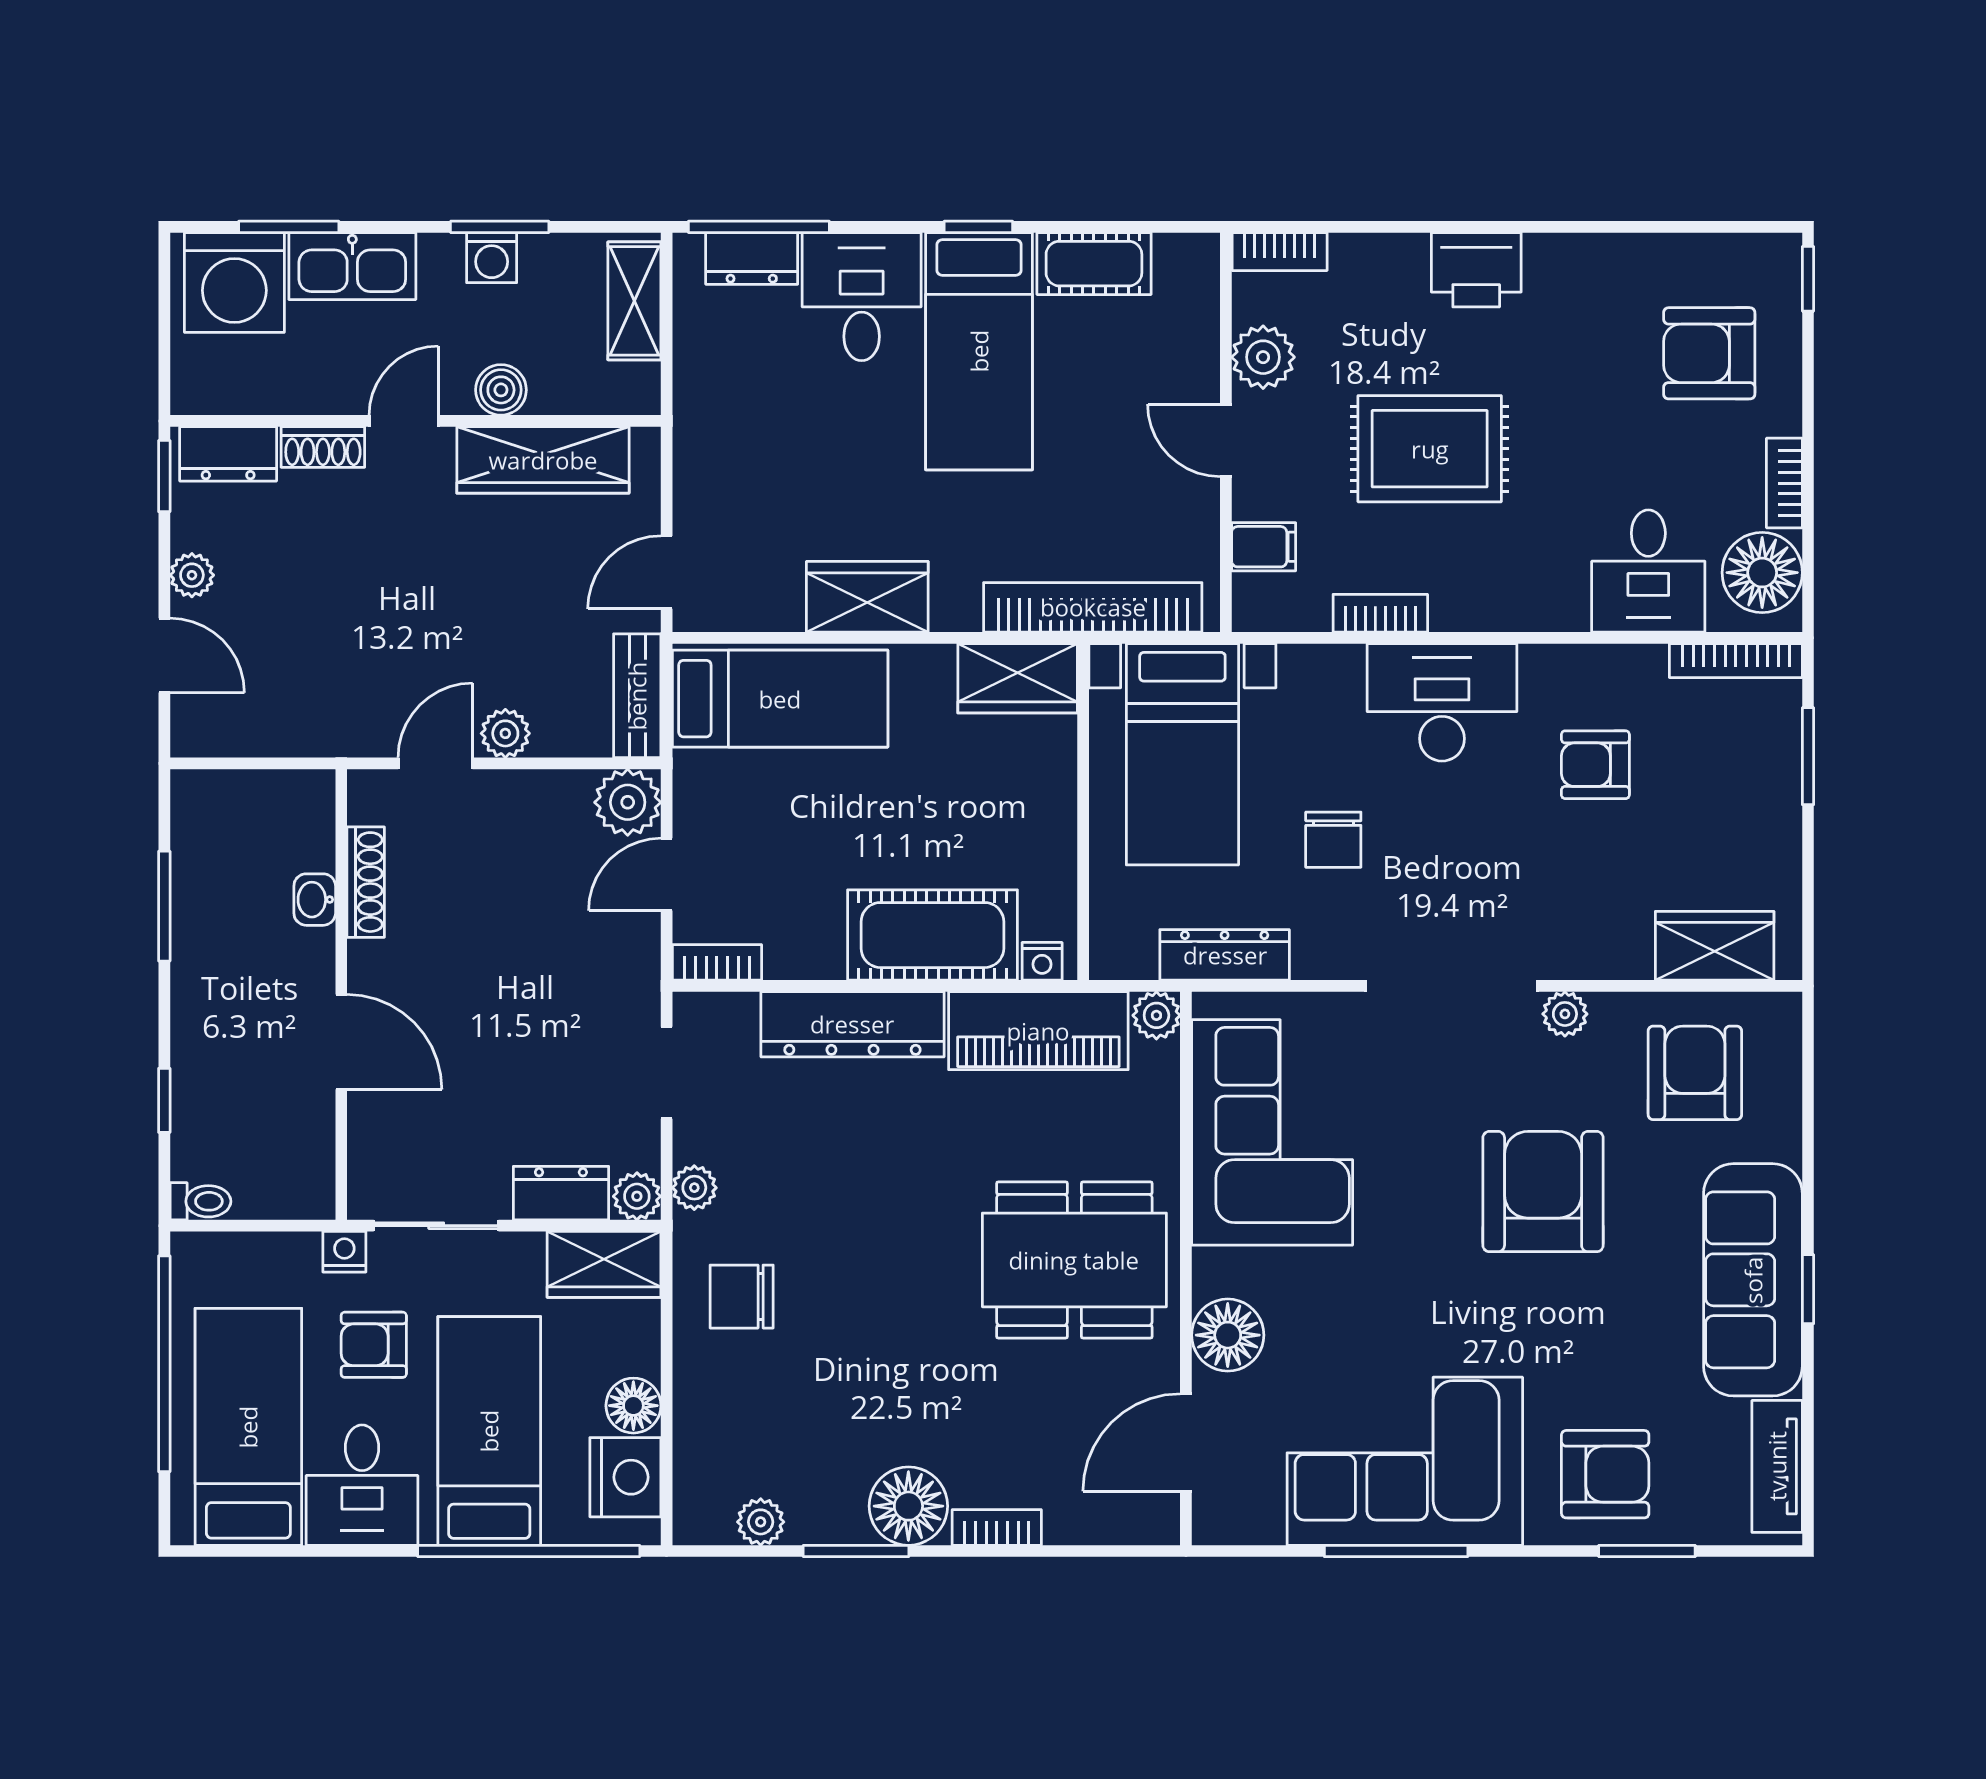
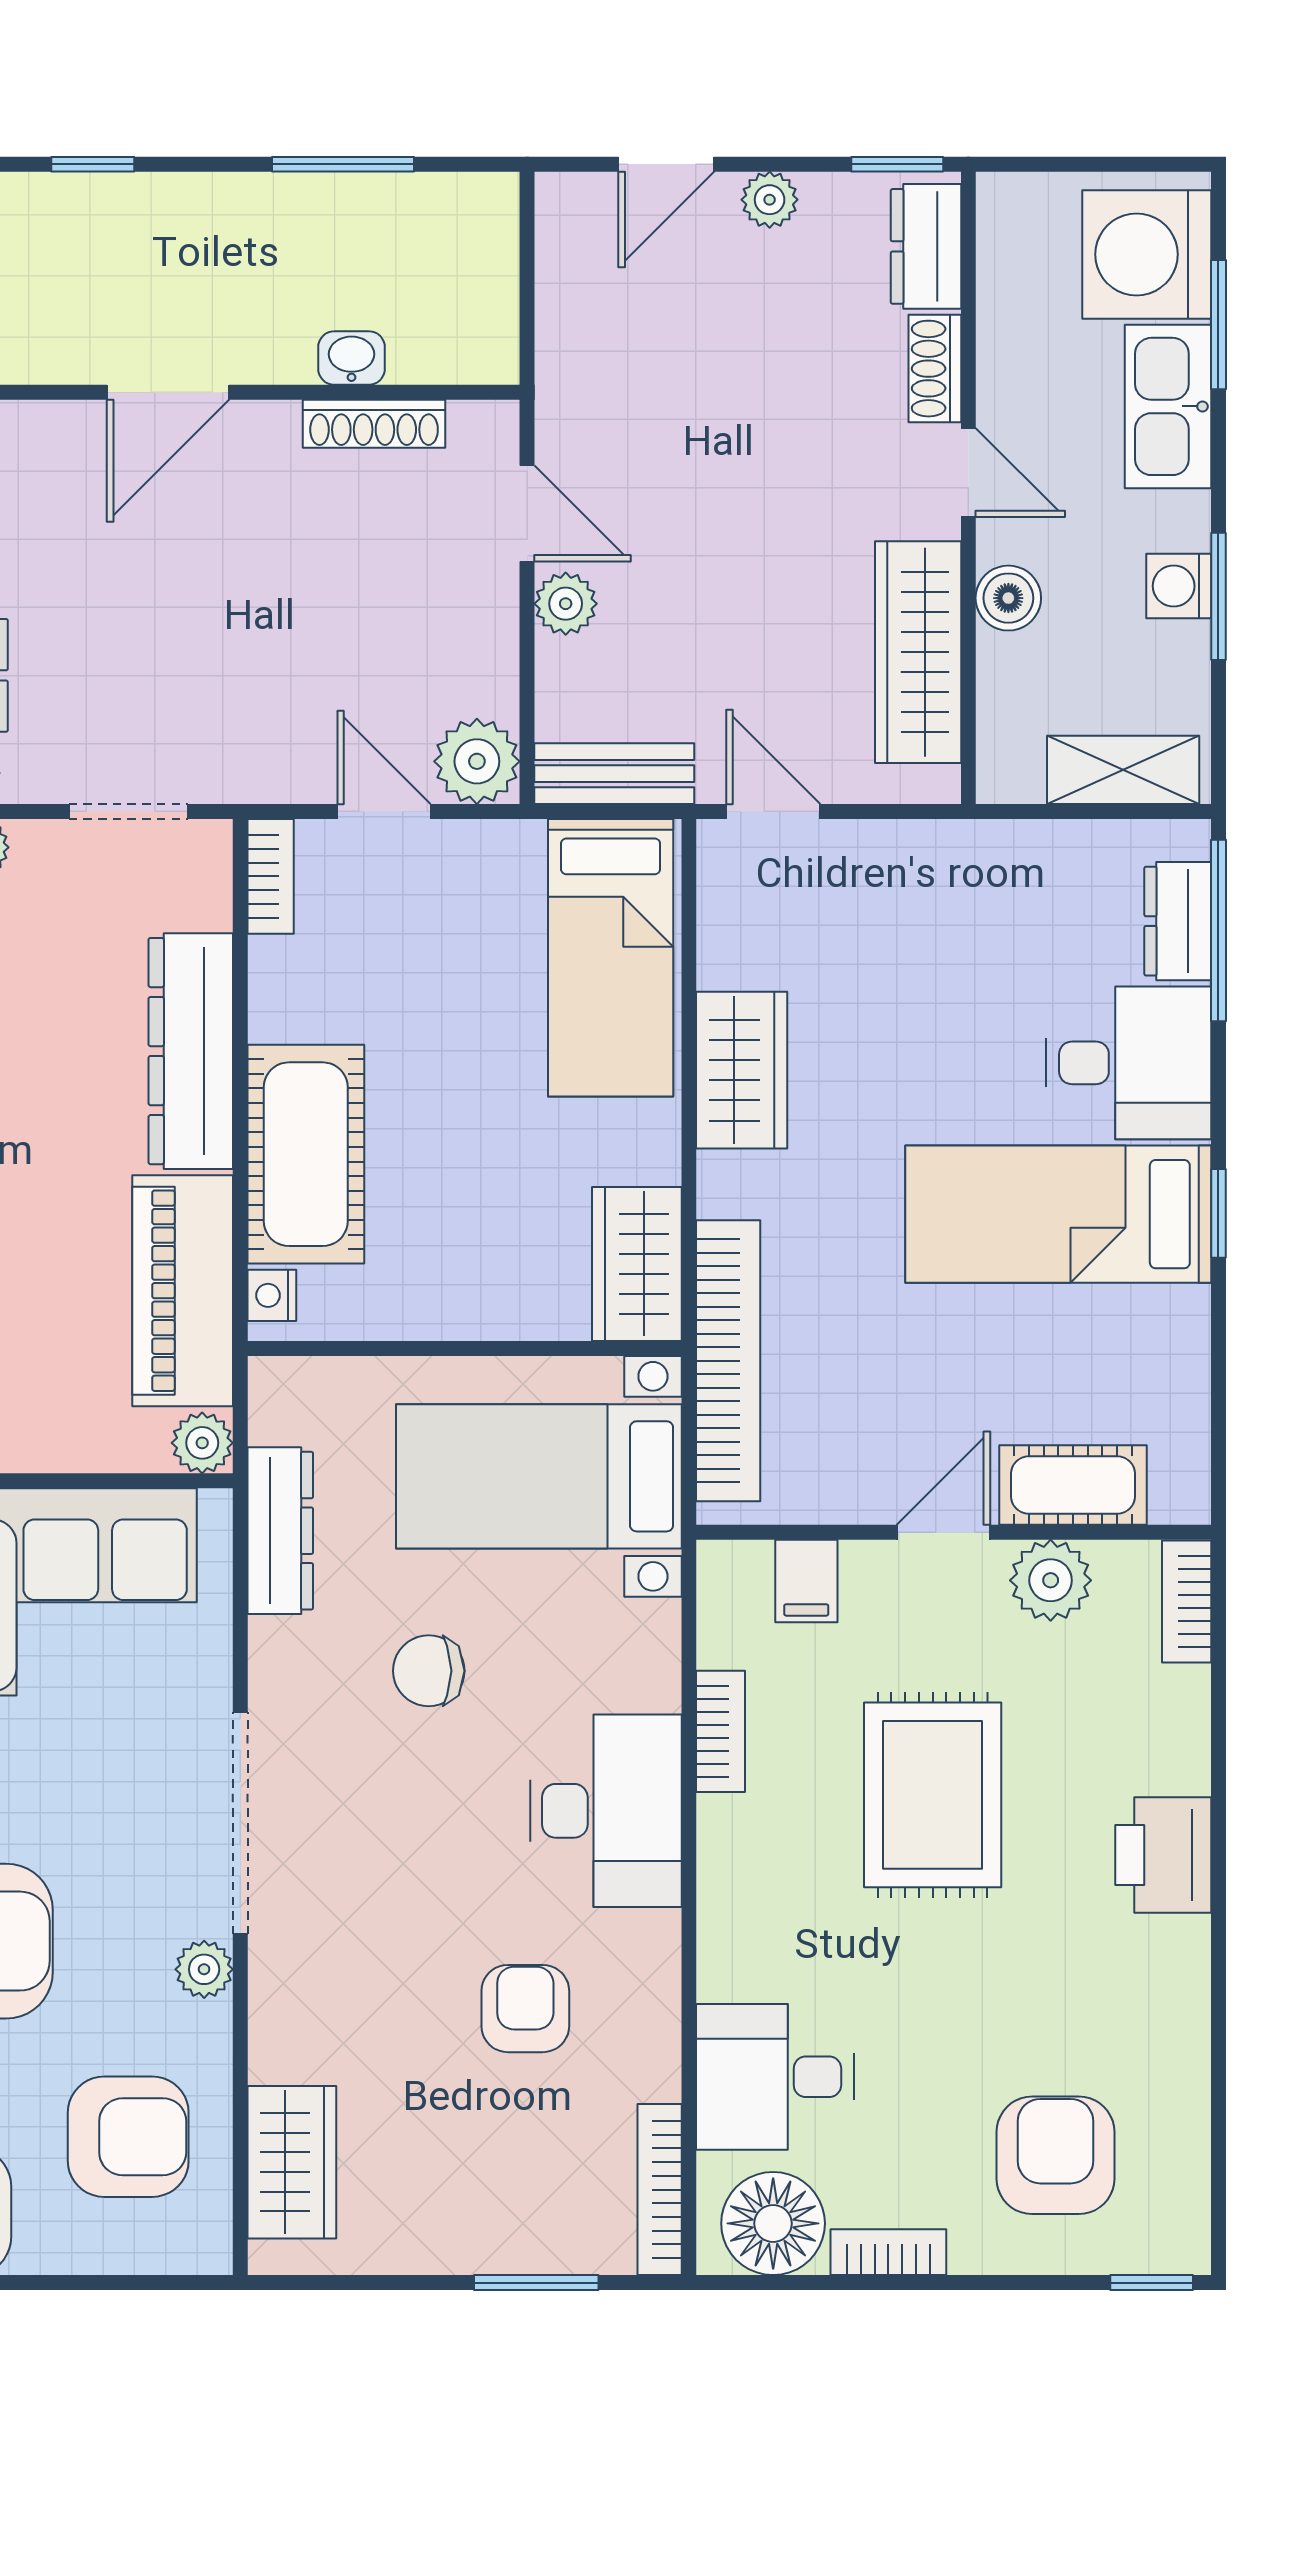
cot: (1094, 264) -> (1073, 1485), moved, turned 90

